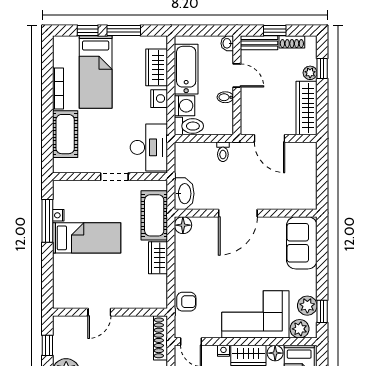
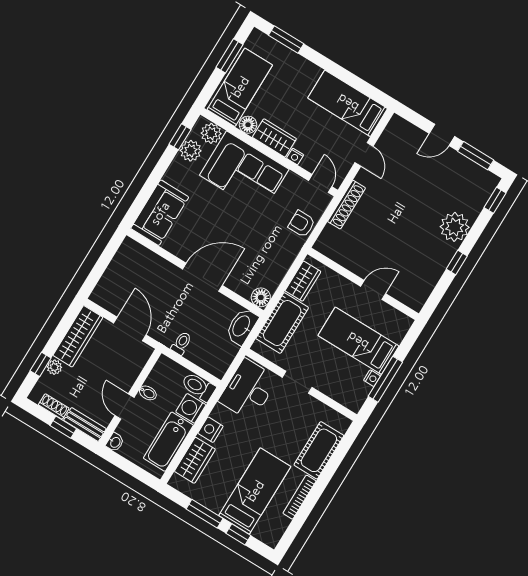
door: (99, 312) -> (373, 290), moved
wall: (110, 312) -> (363, 284), moved

